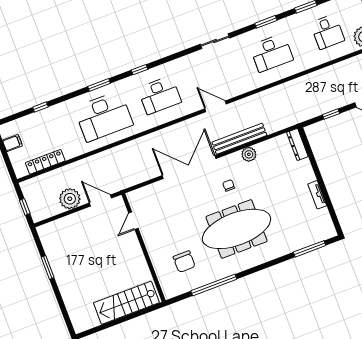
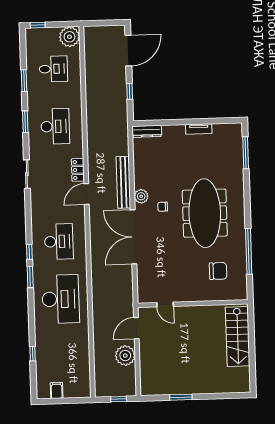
window: (99, 85) -> (30, 277), moved
plant: (249, 154) -> (141, 196), moved
locker: (45, 162) -> (78, 170), moved, width x0.66

